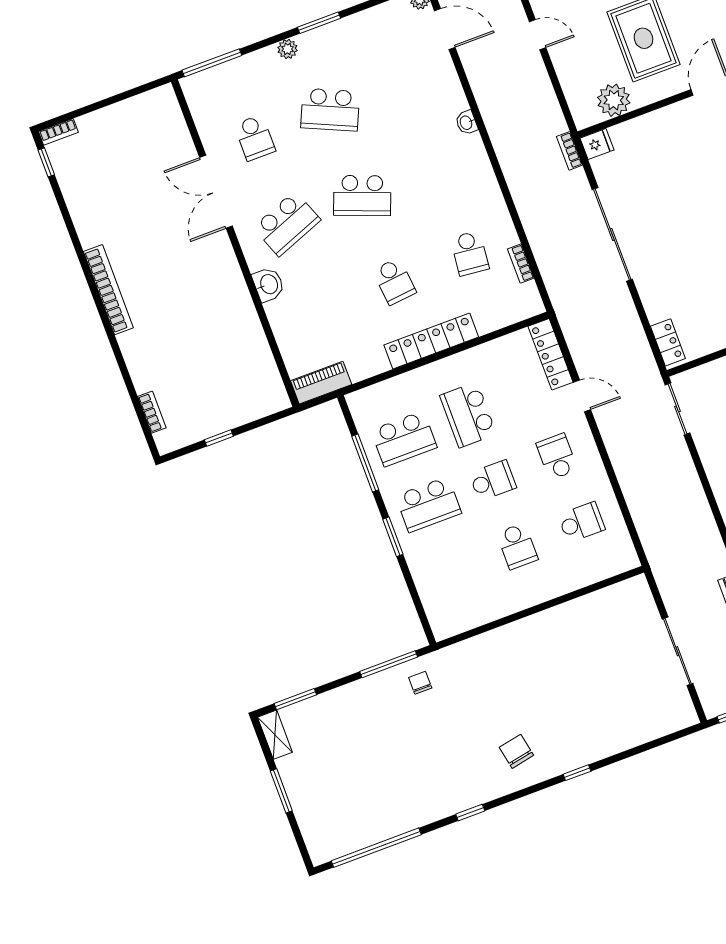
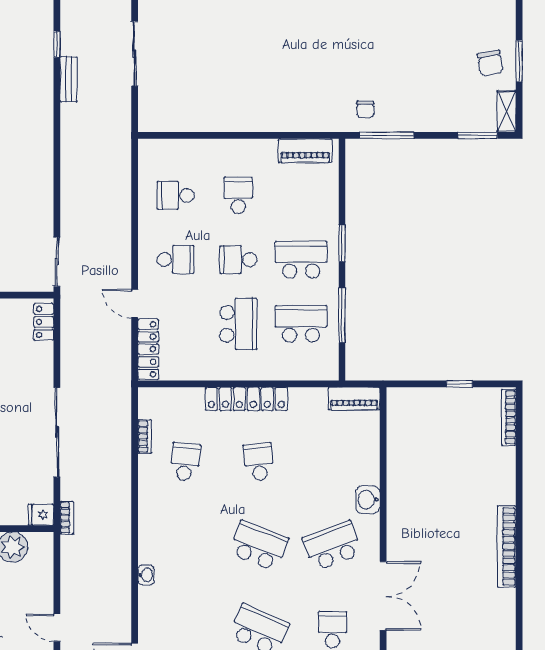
bookcase: (152, 412) -> (509, 417), width x1.56
school desk: (557, 456) -> (176, 260), turned -90
piano: (466, 618) -> (305, 151), added
chair: (516, 751) -> (490, 63), moved

